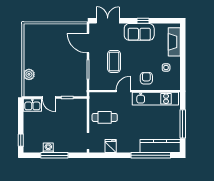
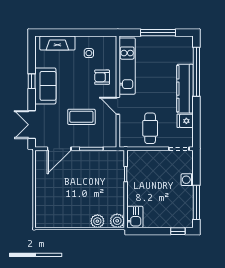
plant: (29, 91) -> (117, 221), added
door: (49, 98) -> (126, 197), removed
kitchen counter: (160, 146) -> (185, 89), moved
washing machine: (48, 148) -> (187, 180), moved
window: (54, 155) -> (196, 202), moved

